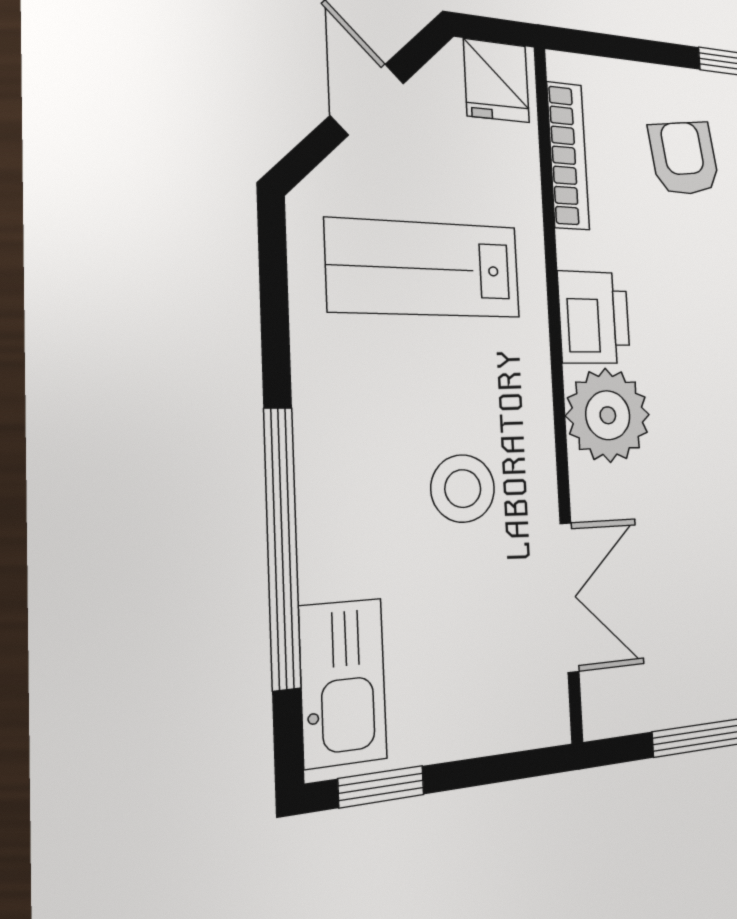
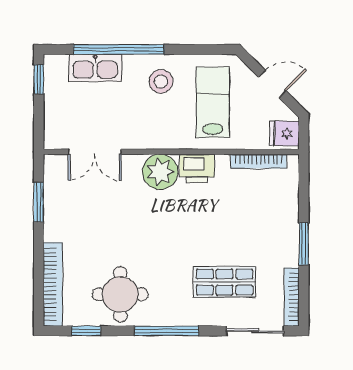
armchair: (684, 158) -> (262, 213), removed
stool: (463, 489) -> (161, 81), moved
kitchen sink: (343, 683) -> (95, 68), moved

